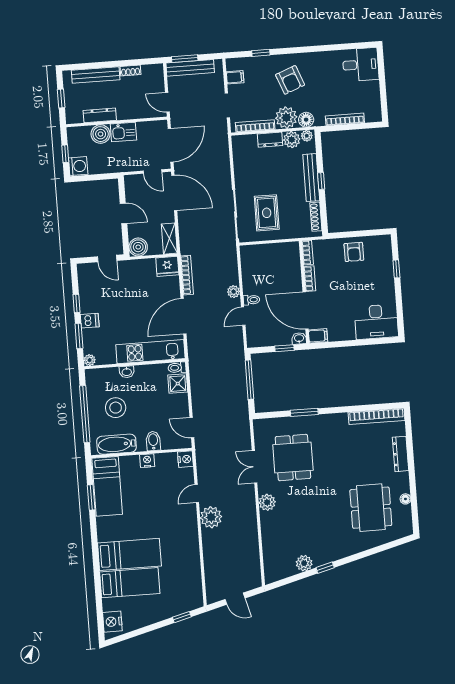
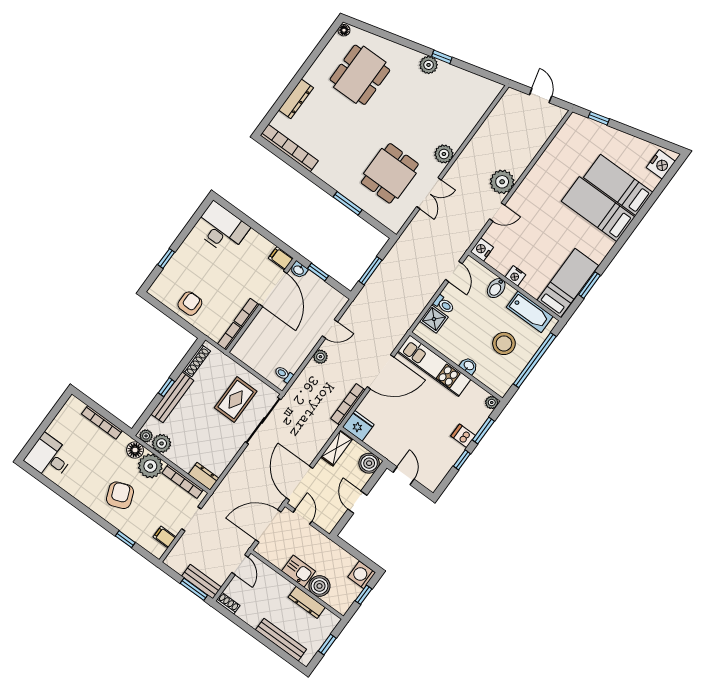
bench: (190, 68) -> (202, 582), width x0.73
shoe rack: (130, 71) -> (228, 603), moved
dresser: (270, 140) -> (204, 476), moved
toilet: (252, 300) -> (284, 374), moved
toilet: (177, 368) -> (444, 304), moved
window: (249, 380) -> (370, 271), width x0.69
floor lamp: (405, 499) -> (344, 30), moved
plant: (304, 563) -> (429, 65), moved

